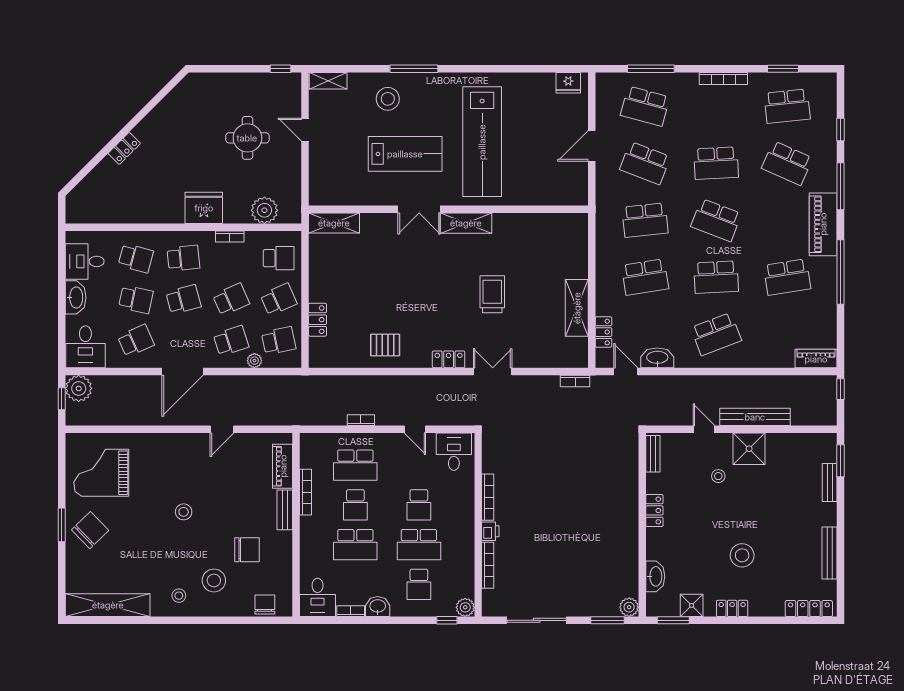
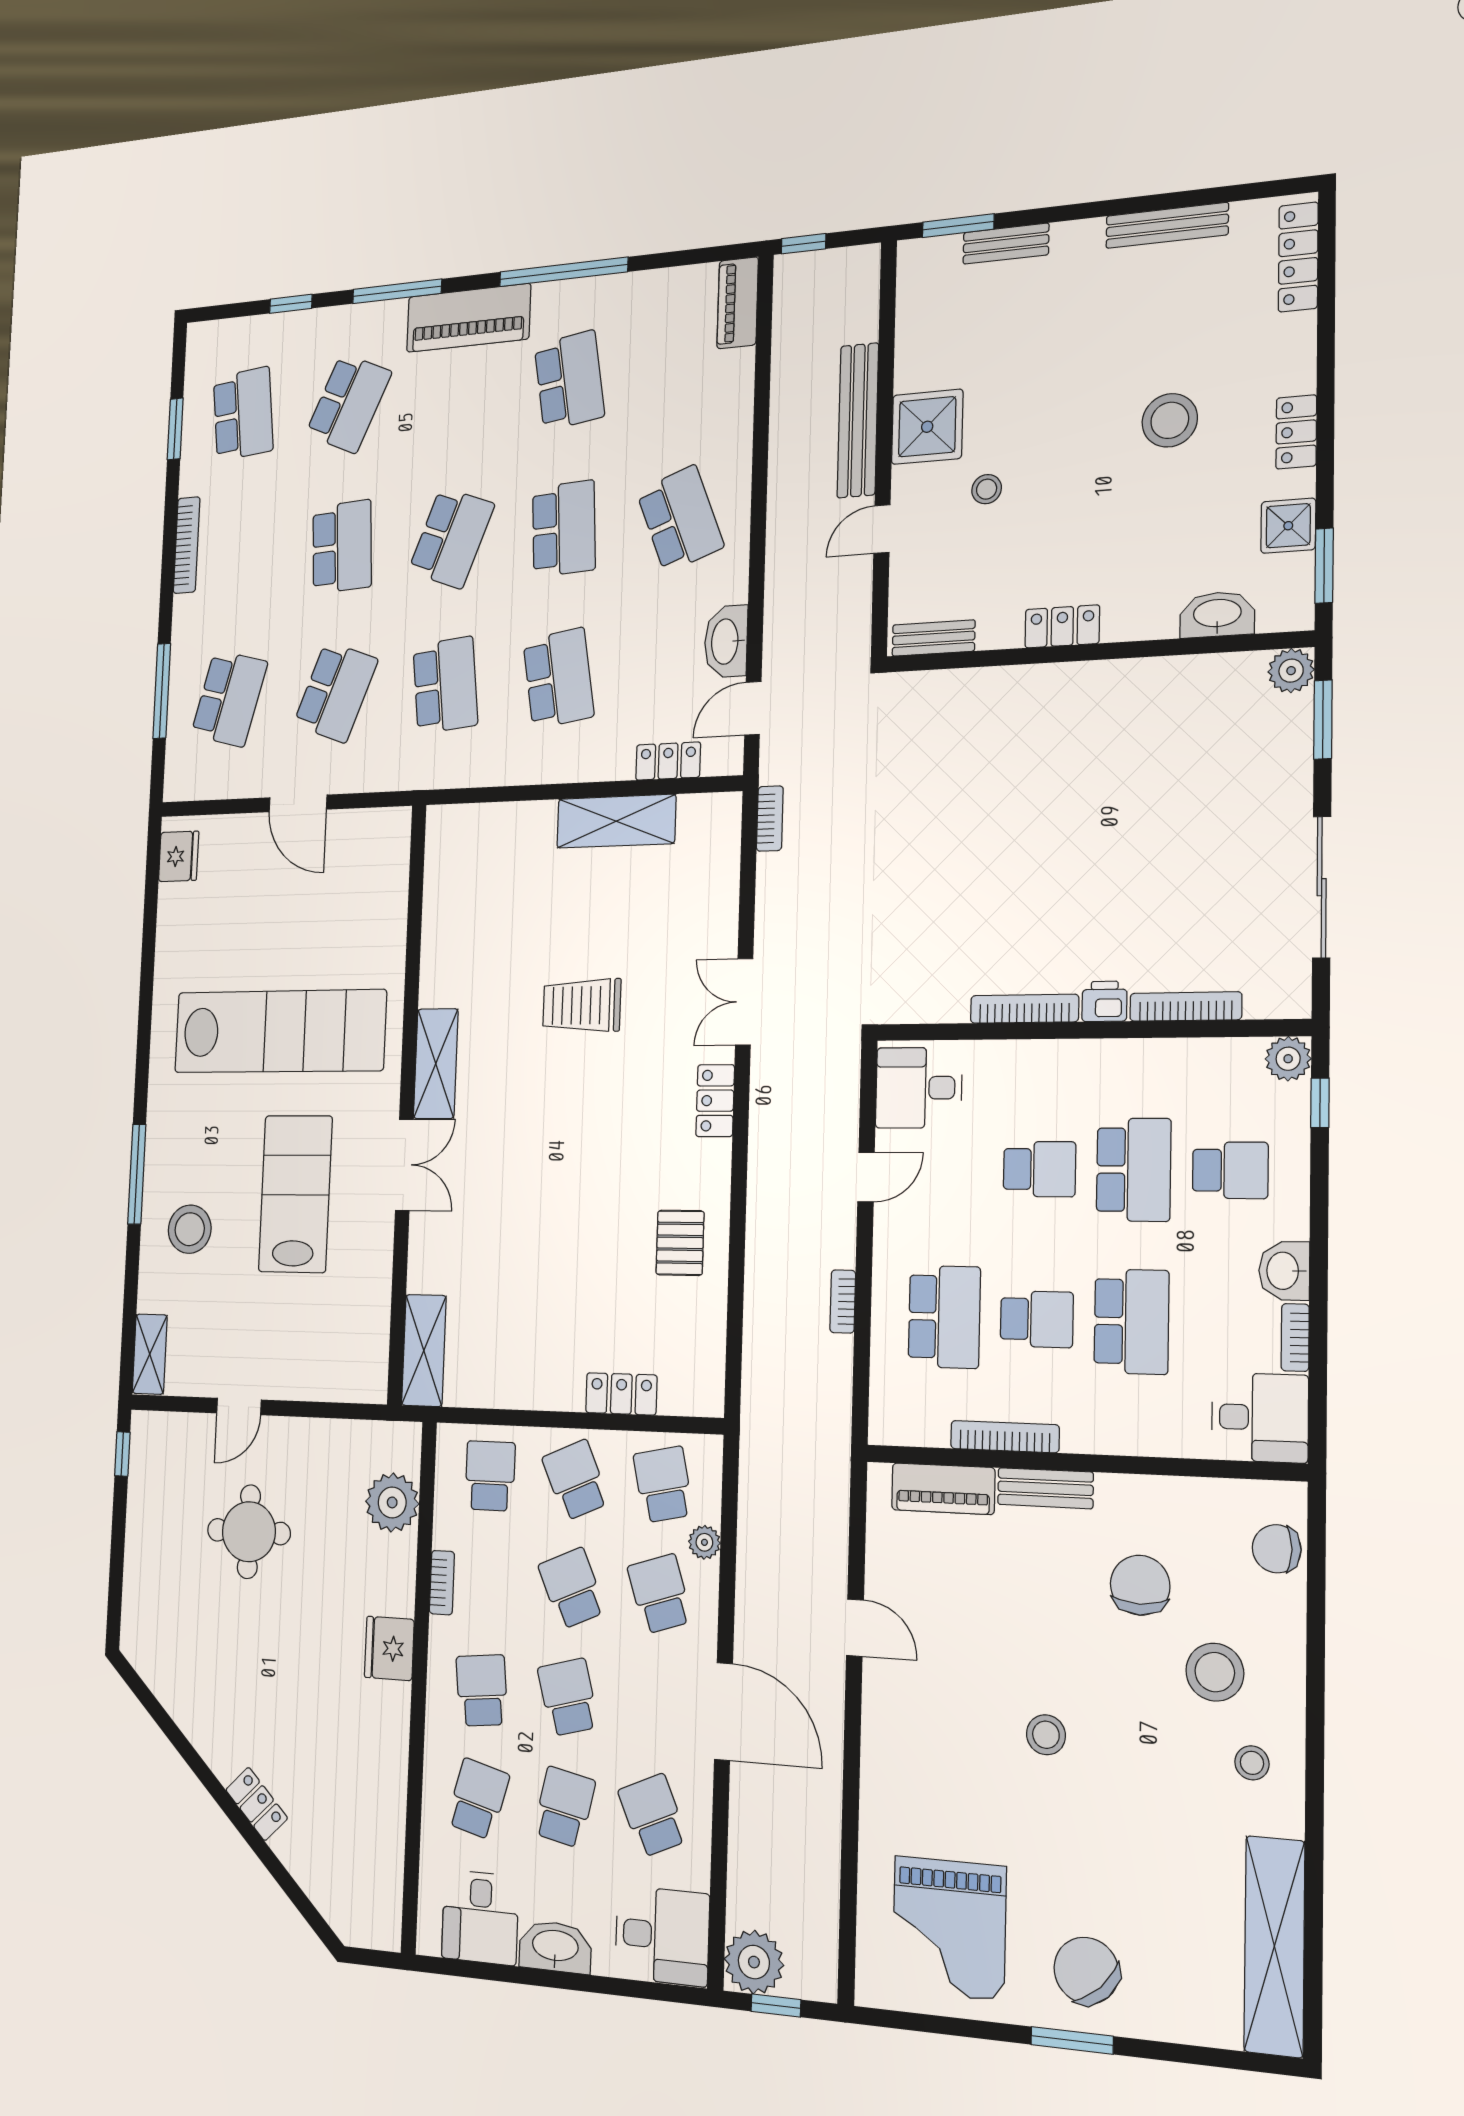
fridge: (204, 208) -> (389, 1648), width x0.73, depth x0.75

